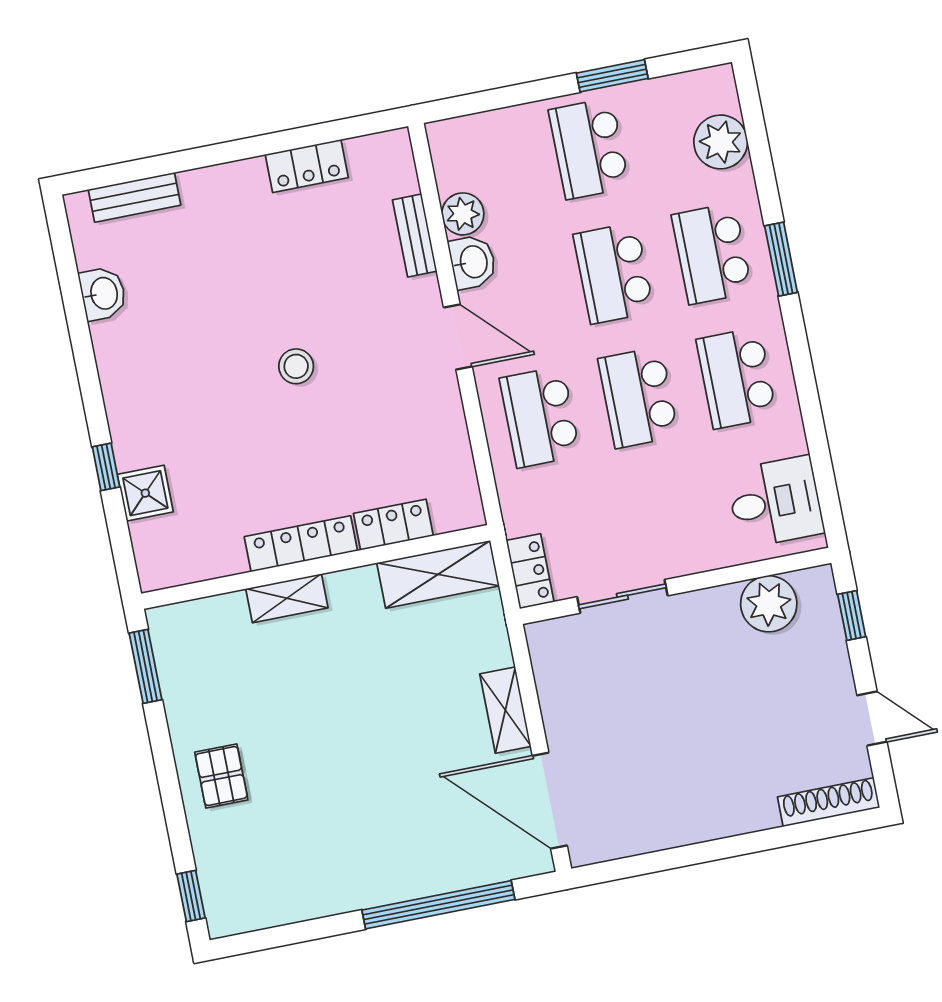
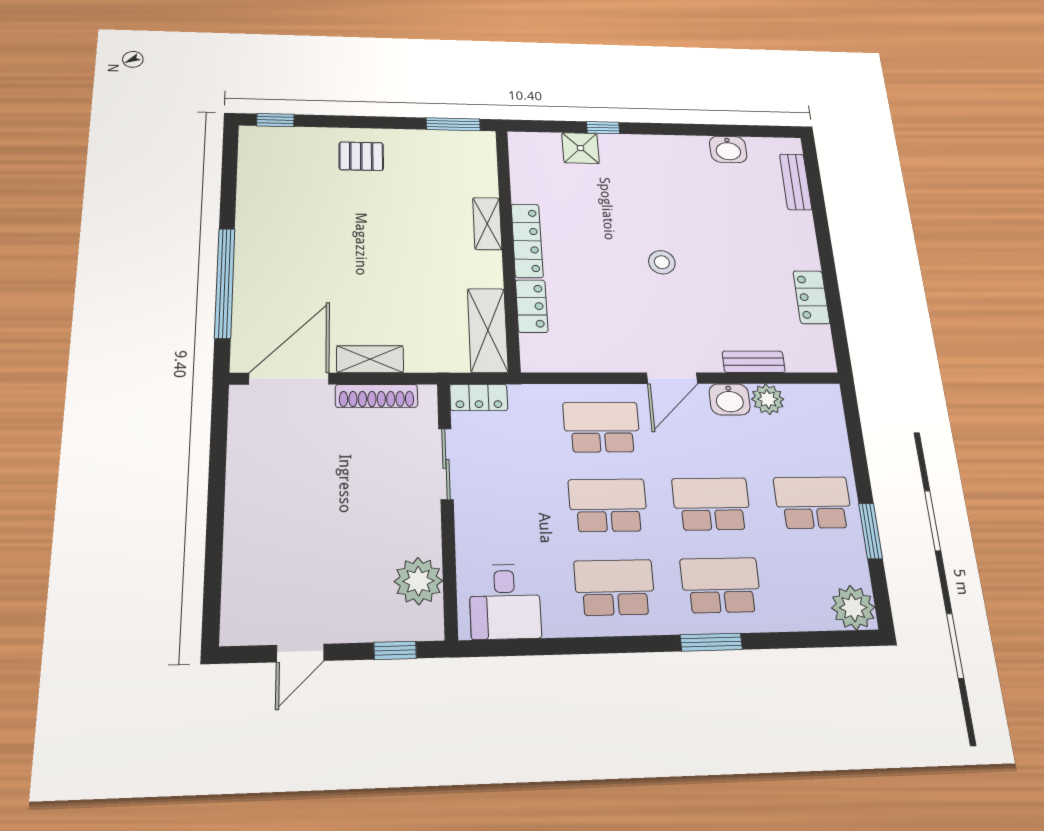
plant: (721, 142) -> (853, 608), moved
shoe rack: (829, 802) -> (377, 396), moved, turned 90

